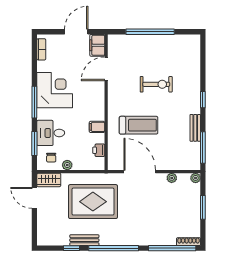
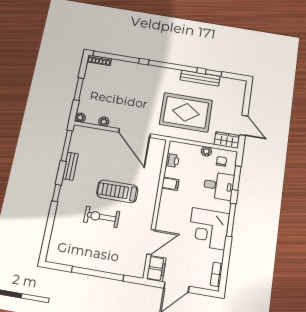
treadmill: (139, 125) -> (117, 191), moved
bench: (84, 240) -> (200, 78), width x1.36

